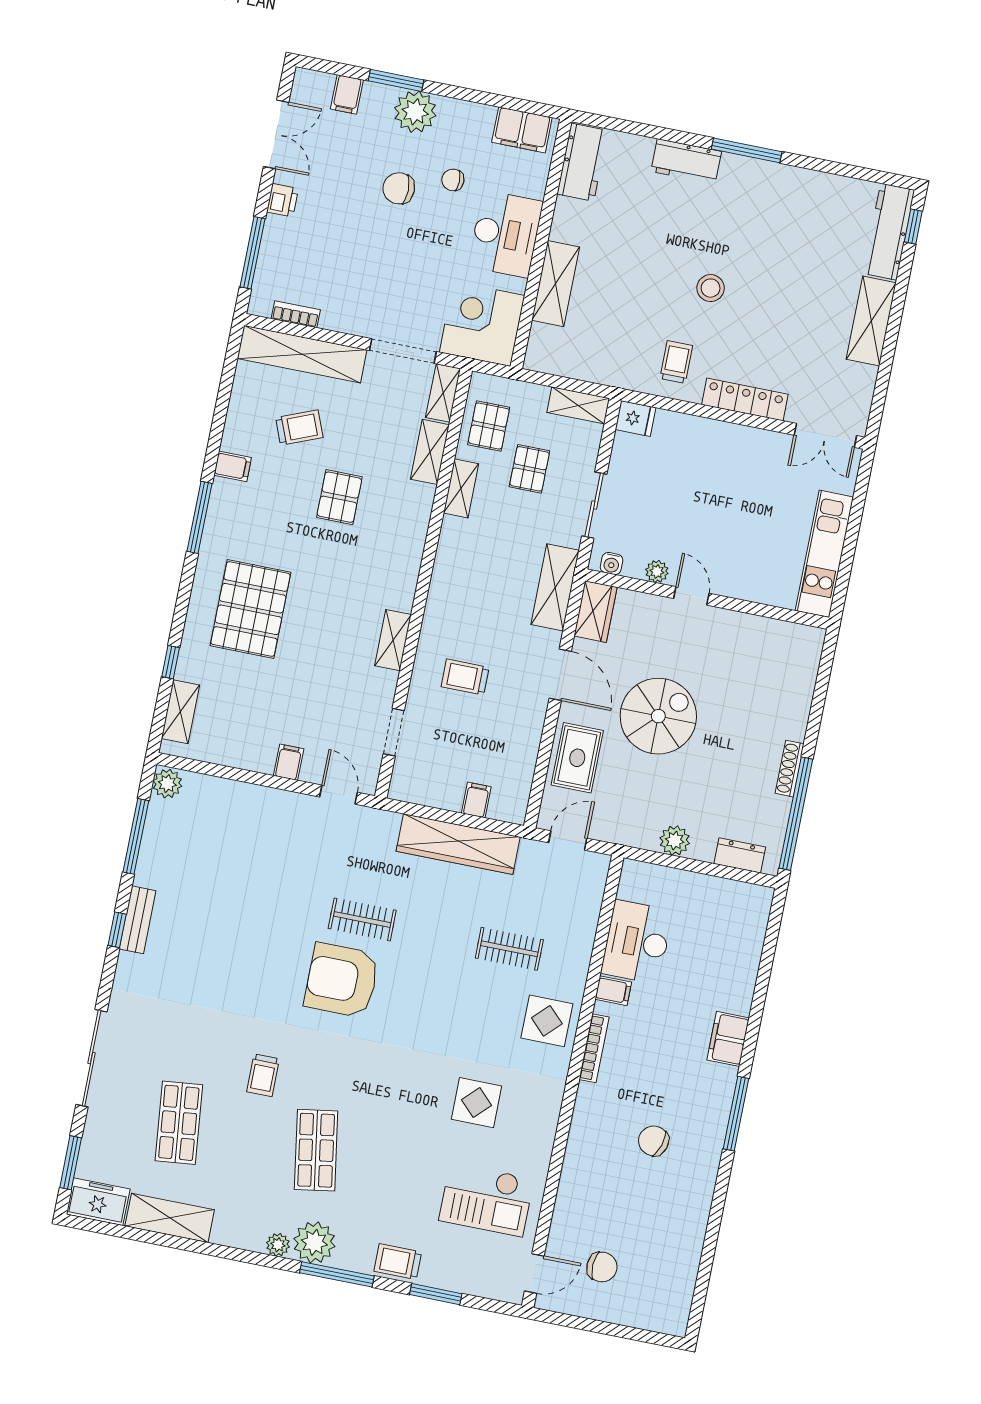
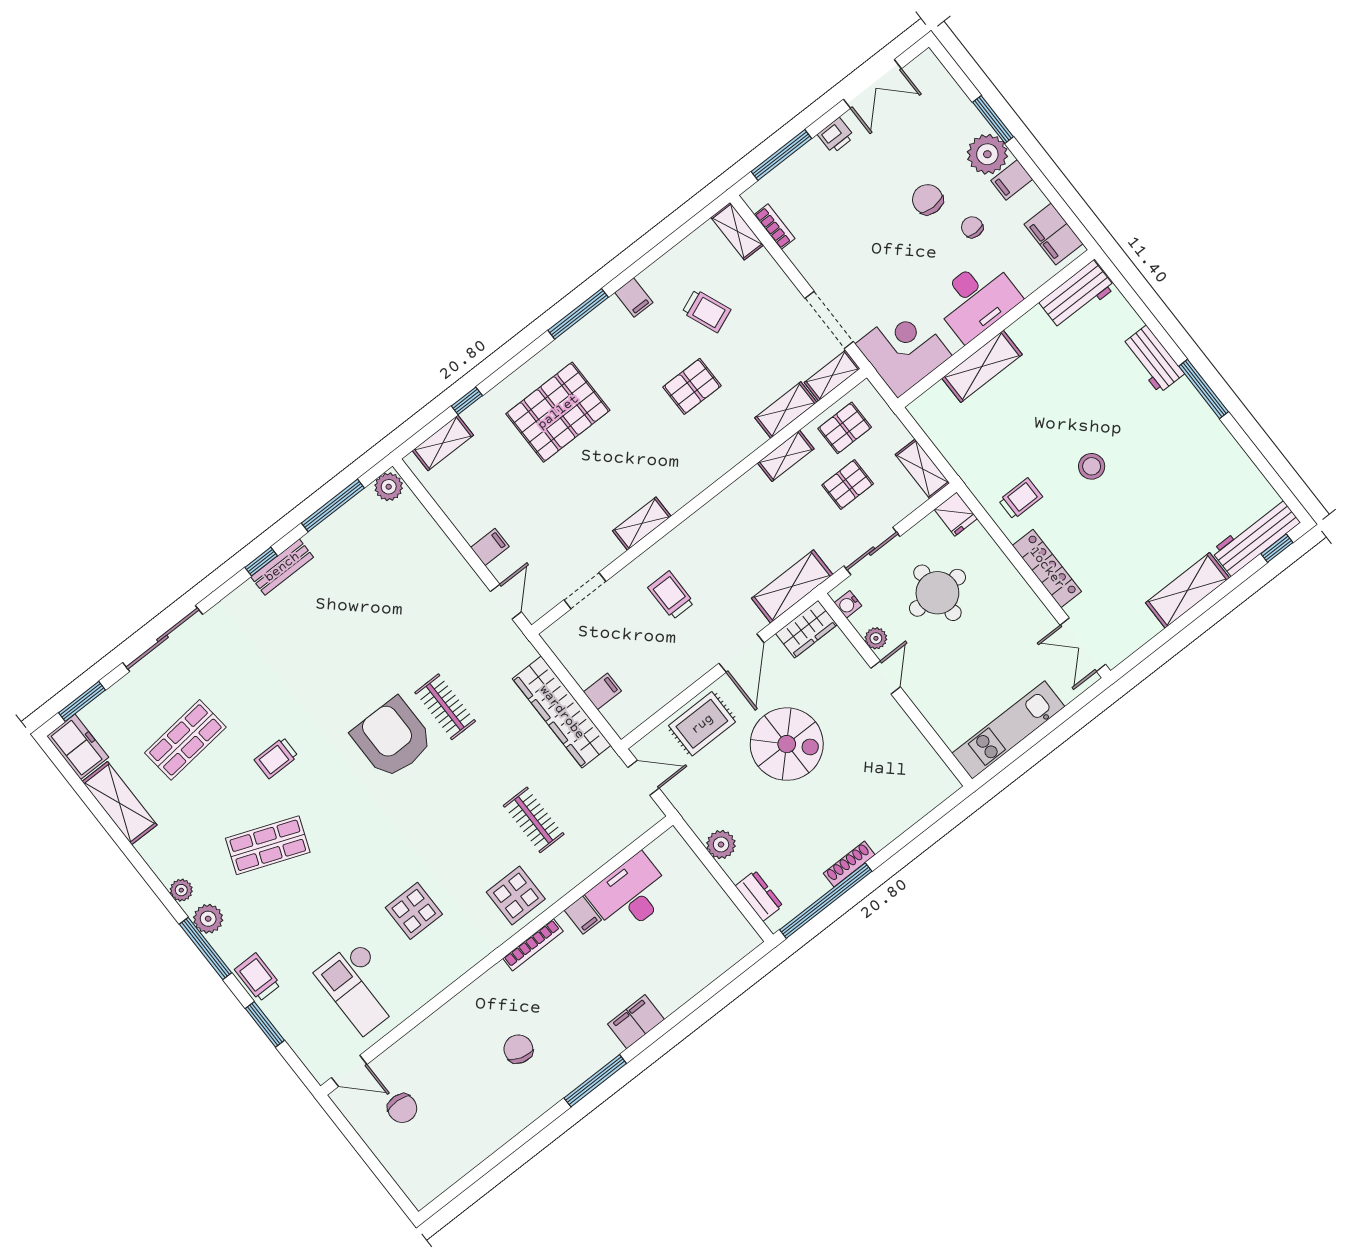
filing cabinet: (347, 94) -> (1012, 180), moved
shelving: (302, 354) -> (737, 231), width x0.45, depth x0.75
round table: (675, 493) -> (937, 593), added
shop shelf: (316, 1150) -> (268, 845), turned 30
plant: (314, 1242) -> (208, 919), width x0.73, depth x0.73

